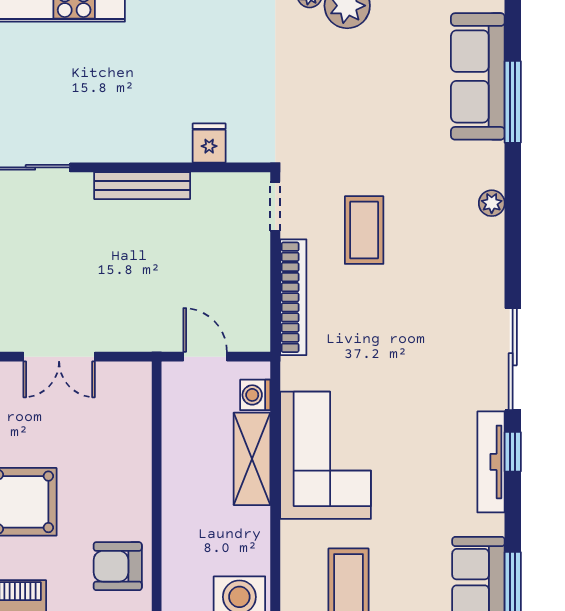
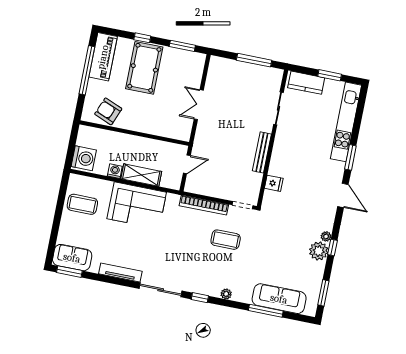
washing machine: (255, 395) -> (115, 171), moved
window: (513, 452) -> (200, 298), moved
armchair: (118, 566) -> (108, 111), turned -68

